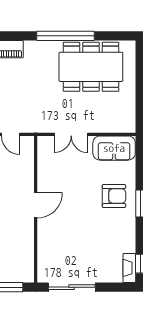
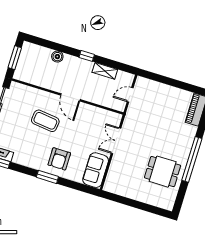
dining table: (91, 67) -> (163, 172), width x0.53, depth x0.80
coffee table: (73, 227) -> (45, 121), added

